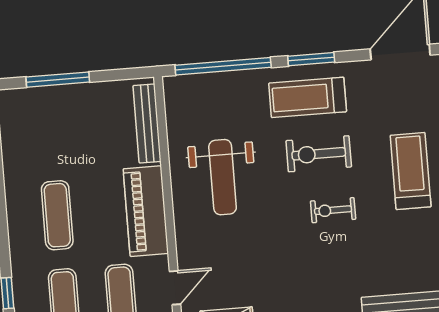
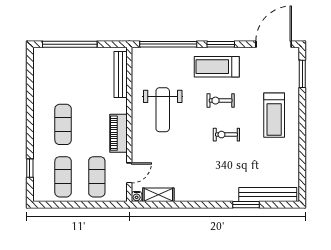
window: (58, 80) -> (70, 44), width x1.46
exercise bike: (319, 154) -> (221, 101), width x0.73, depth x0.72
treadmill: (411, 171) -> (274, 115), turned 180
piano: (146, 211) -> (118, 133), width x0.73, depth x0.75

